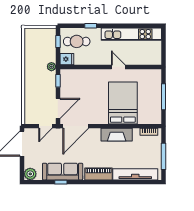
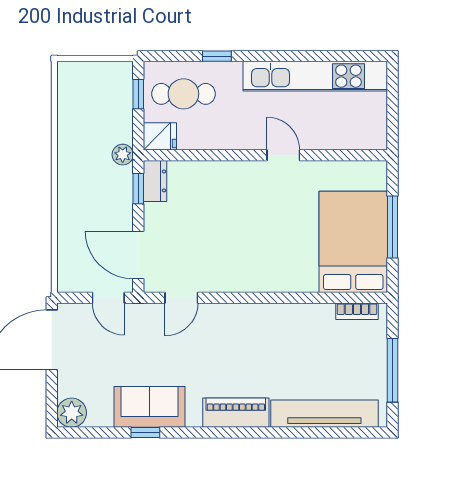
dresser: (65, 78) -> (155, 181), added
bed: (123, 103) -> (353, 242), moved
door: (58, 108) -> (138, 255), swing flipped
door: (45, 126) -> (108, 298), hinge flipped
door: (76, 126) -> (181, 298), width x0.53
fireplace: (117, 135) -> (279, 318), removed
sofa: (63, 172) -> (149, 407), width x0.73

